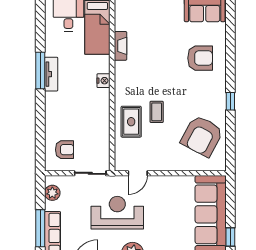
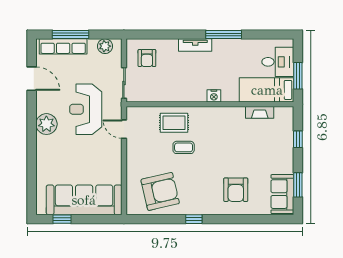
fireplace: (120, 46) -> (260, 112), moved
tv unit: (51, 74) -> (195, 45), moved
armchair: (202, 136) -> (160, 191), turned 139
reception desk: (117, 213) -> (86, 109), turned 180

